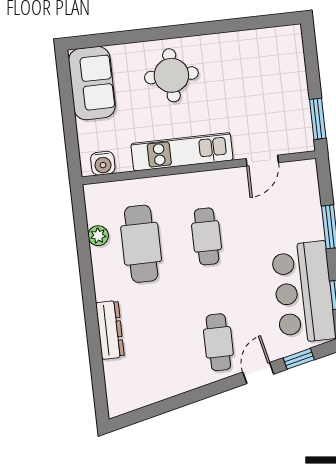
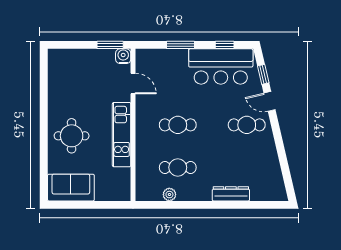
water cooler: (103, 163) -> (123, 56), moved, turned -90
cafe table: (141, 244) -> (178, 167), width x0.73, depth x0.74

